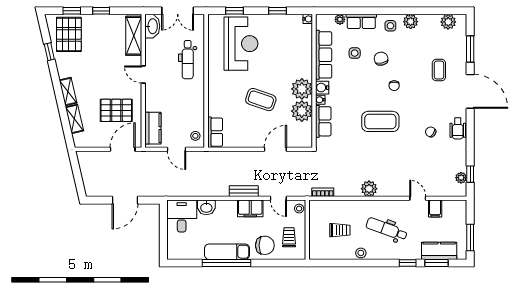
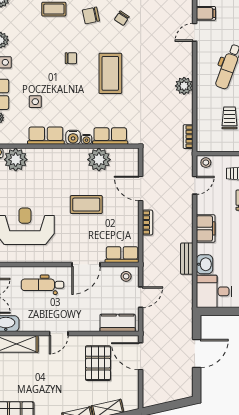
row of seats: (324, 55) -> (46, 136), width x0.68
chair: (381, 59) -> (91, 15), moved
dental chair: (188, 60) -> (42, 285), turned 180
plant: (302, 89) -> (16, 160), moved
door: (206, 99) -> (86, 265), added
coffee table: (261, 100) -> (86, 205), turned 71
bookcase: (244, 155) -> (147, 223), added
bench: (244, 191) -> (187, 259), moved
door: (125, 200) -> (197, 354), hinge flipped
filing cabinet: (250, 208) -> (206, 228), moved

